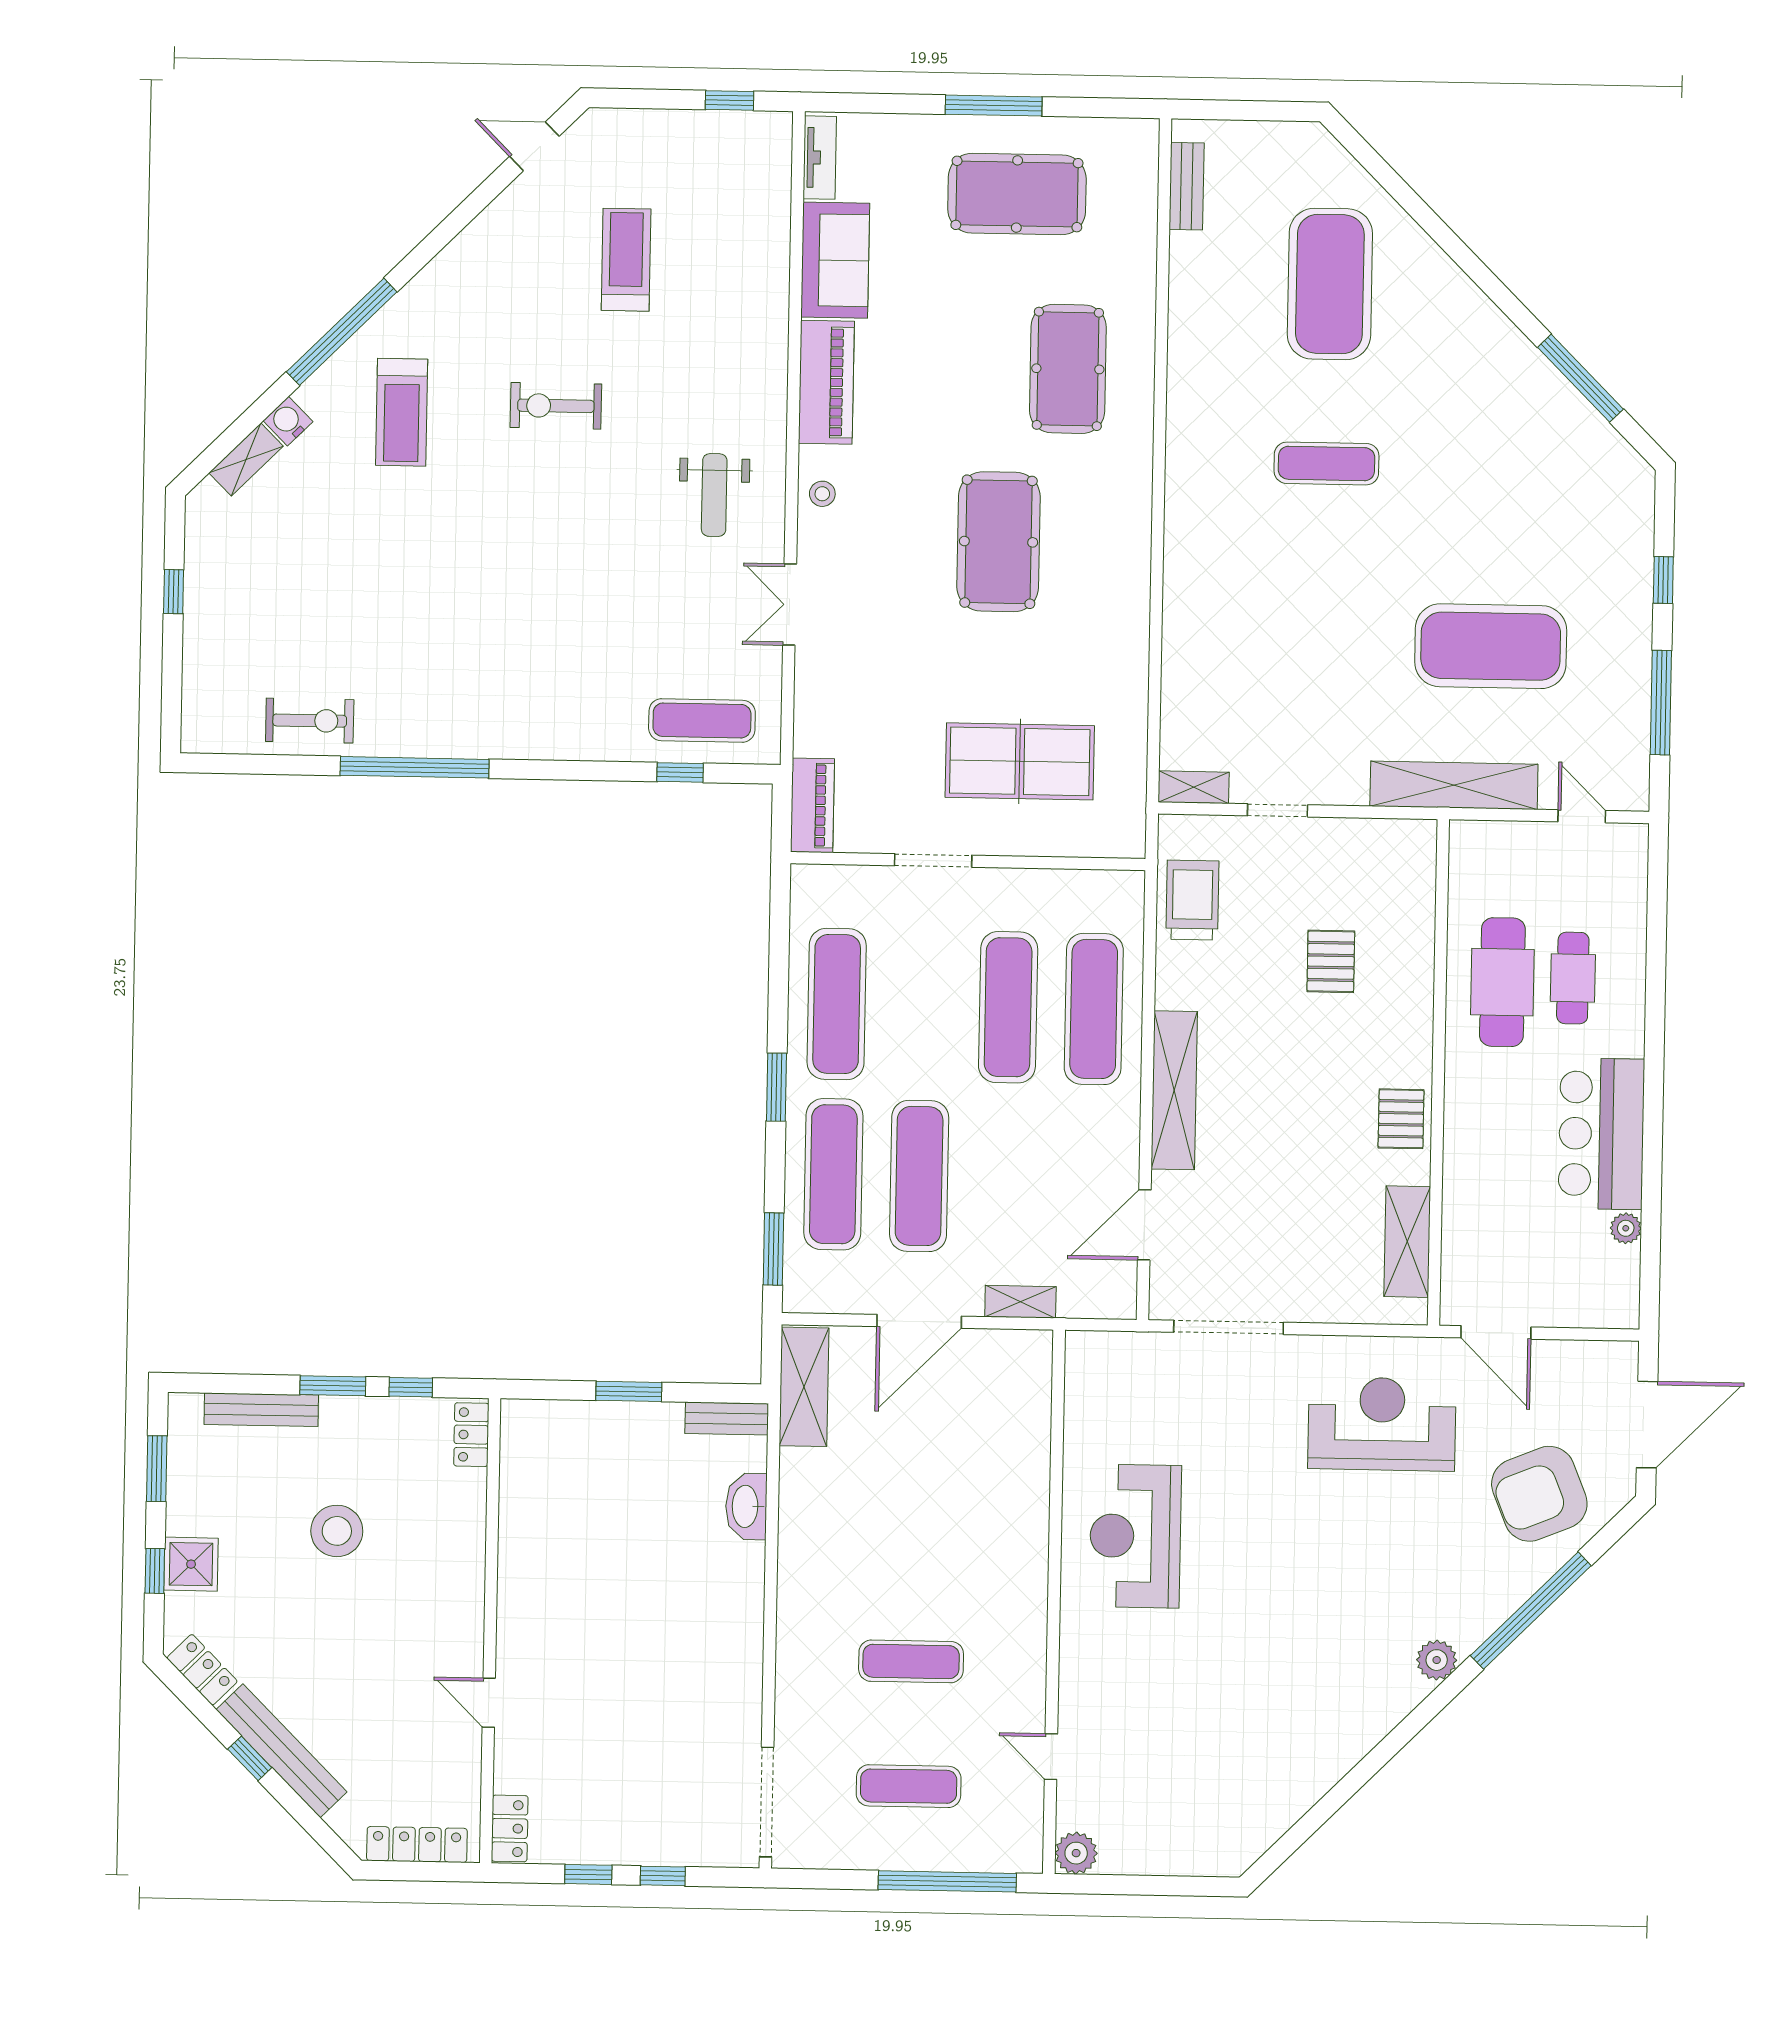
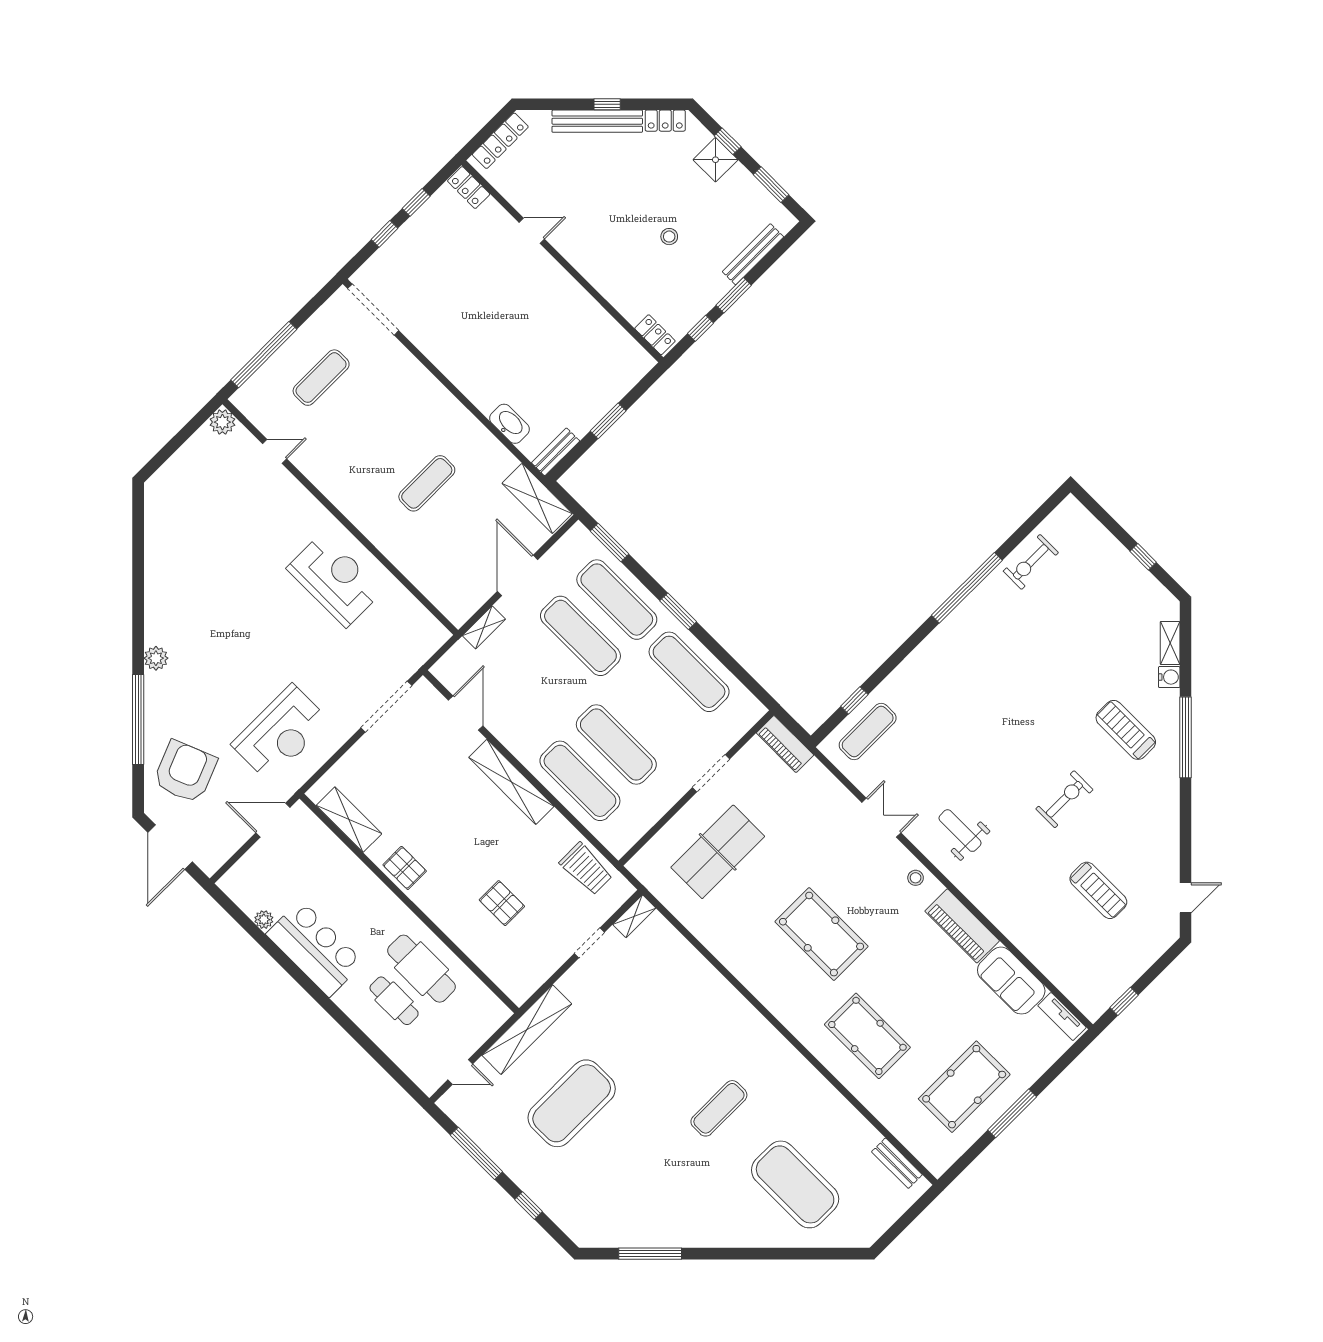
stool: (337, 1531) -> (669, 237), width x0.53, depth x0.53
exercise mat: (911, 1661) -> (427, 483), moved

